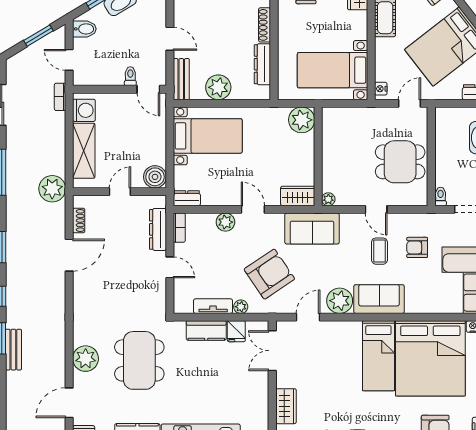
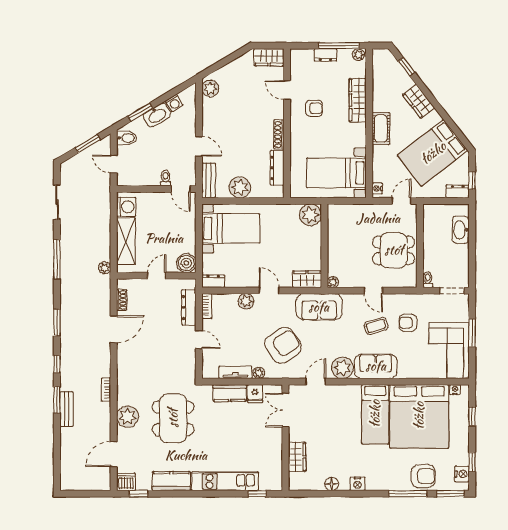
bookcase: (60, 97) -> (106, 390), moved
plant: (52, 189) -> (105, 268), width x0.53, depth x0.53
coffee table: (379, 251) -> (376, 326), turned 73

